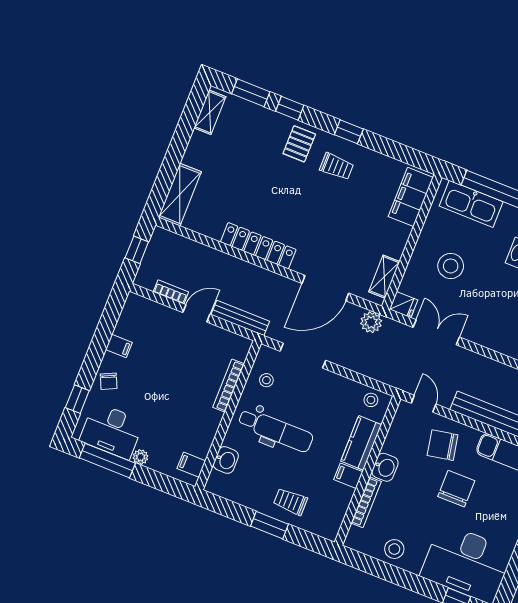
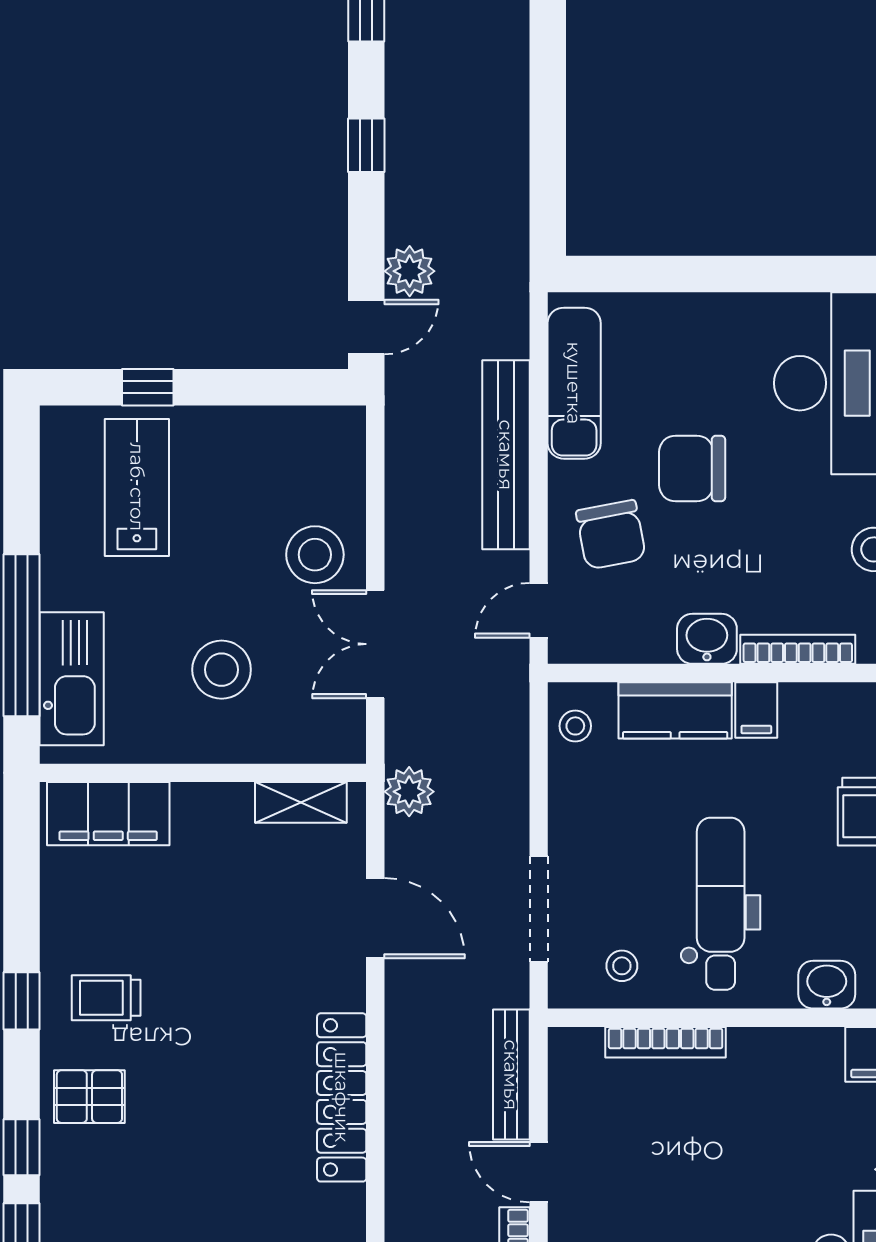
trolley: (337, 166) -> (106, 998), turned -90
door: (325, 288) -> (375, 918), width x0.73
fridge: (404, 305) -> (344, 737), removed
stool: (482, 322) -> (315, 555), added

